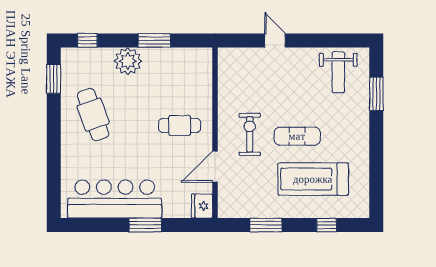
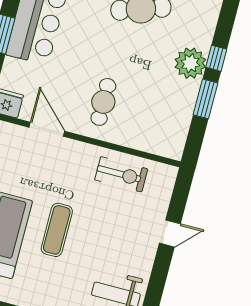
window: (87, 40) -> (216, 58), moved
exercise bike: (250, 134) -> (121, 174), moved

